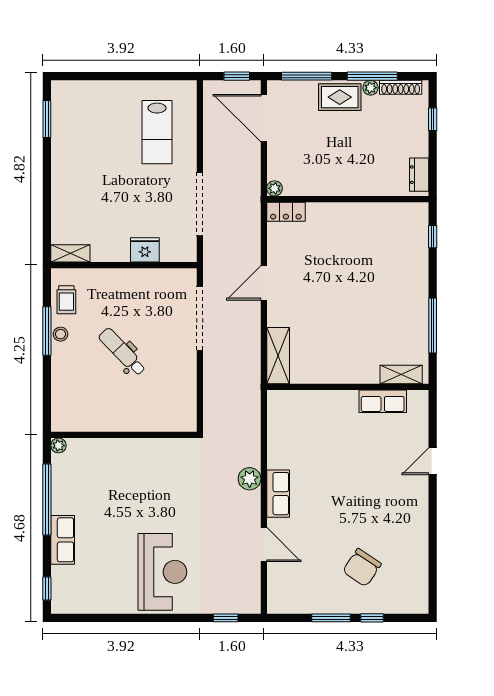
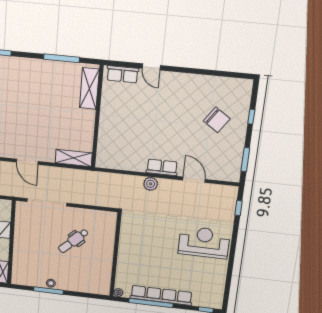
trolley: (66, 300) -> (30, 277), removed
dental chair: (122, 352) -> (73, 241), moved
shelving: (401, 375) -> (89, 88), width x1.50, depth x1.33
row of seats: (383, 401) -> (123, 74), moved, turned 90
row of seats: (63, 540) -> (161, 295), width x2.02
door: (264, 545) -> (194, 180), hinge flipped
window: (331, 618) -> (245, 160), moved

